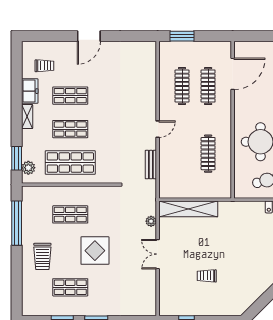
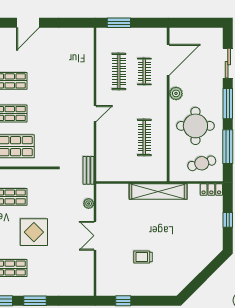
clothes rail: (208, 86) -> (144, 72), width x0.73
plant: (241, 108) -> (176, 93), added
bench: (151, 165) -> (88, 170), moved
shelving: (188, 209) -> (158, 192), moved

